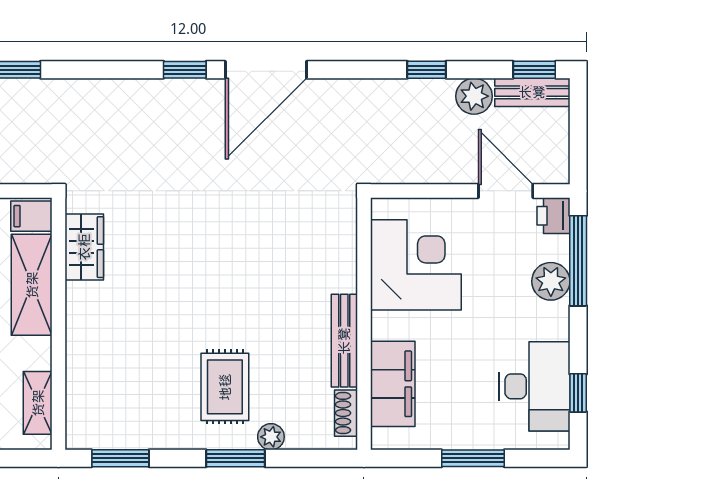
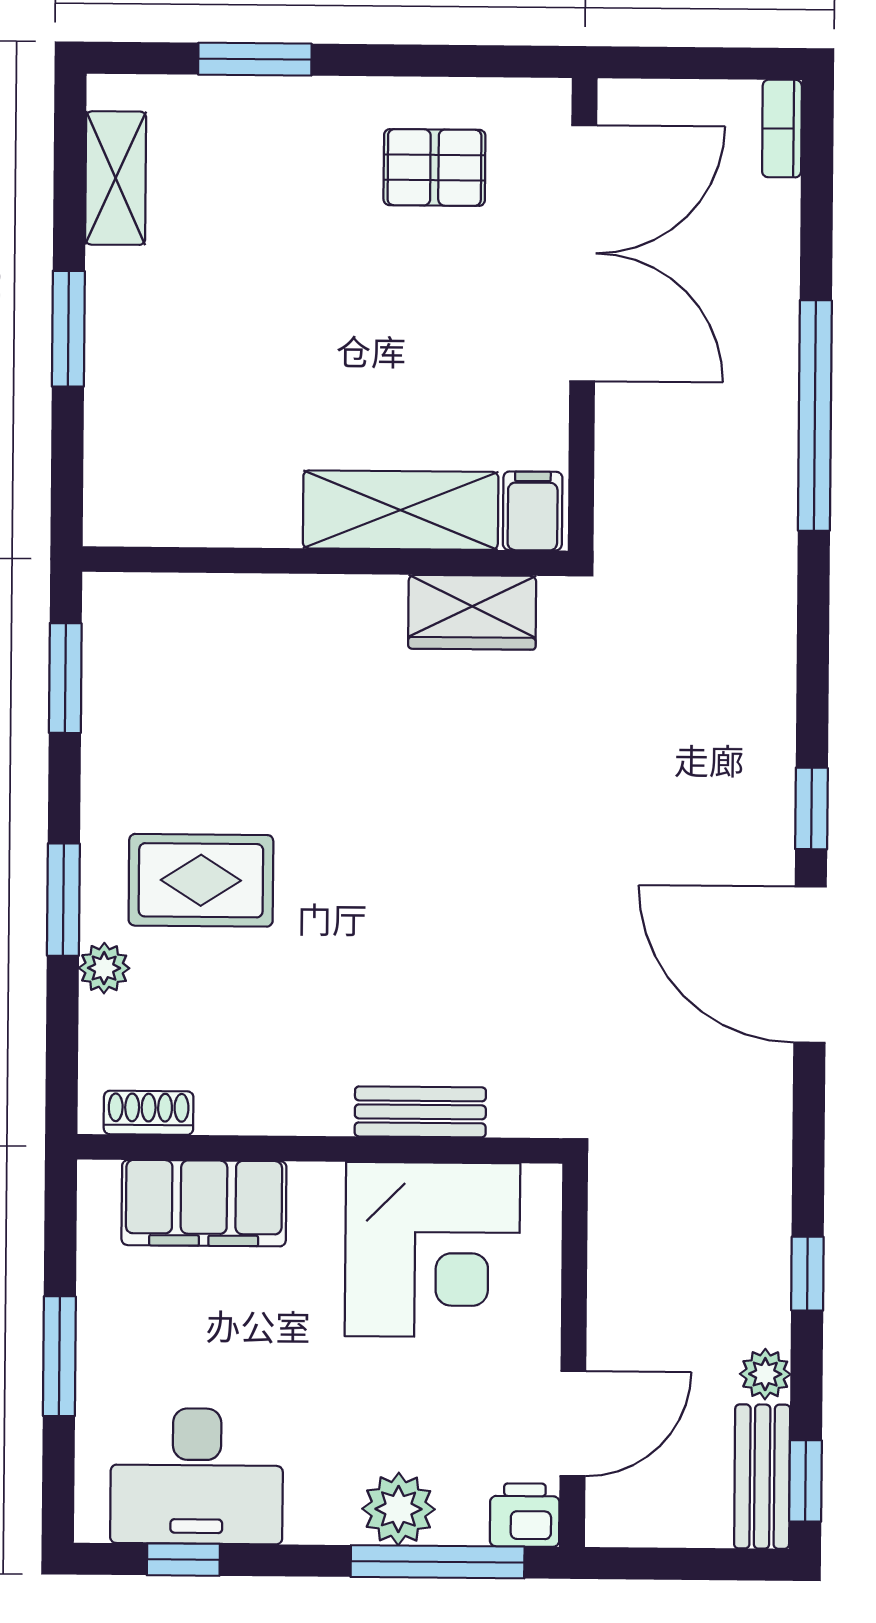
plant: (474, 96) -> (765, 1374), width x0.73, depth x0.73
bench: (344, 341) -> (420, 1112), moved, width x0.73
shelving: (38, 403) -> (173, 520), removed

